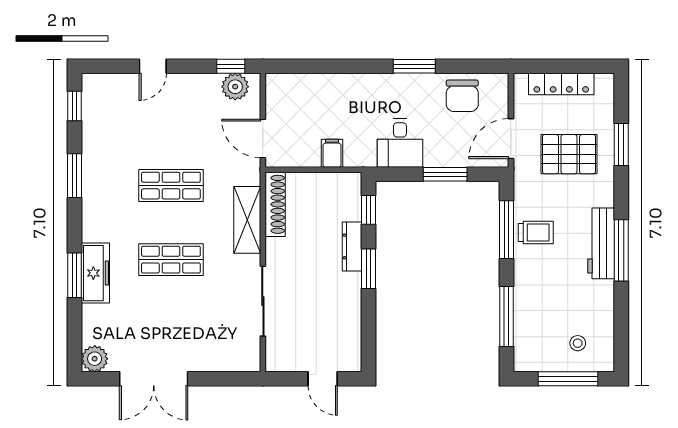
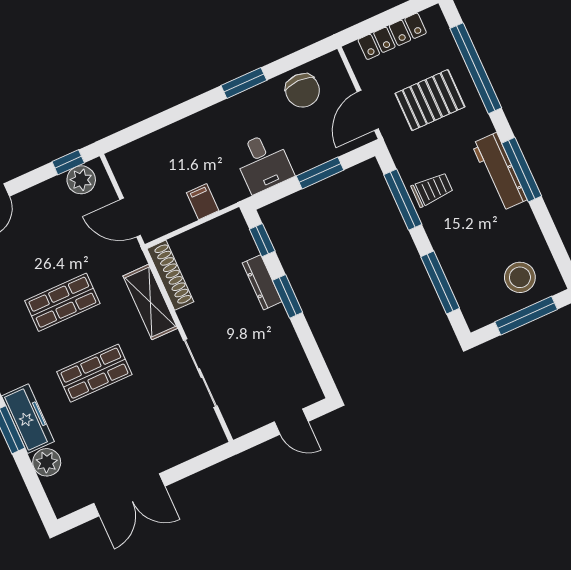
window: (621, 144) -> (476, 68), width x2.11
stool: (578, 343) -> (520, 277), width x1.89, depth x1.89
plant: (95, 359) -> (47, 462), moved

